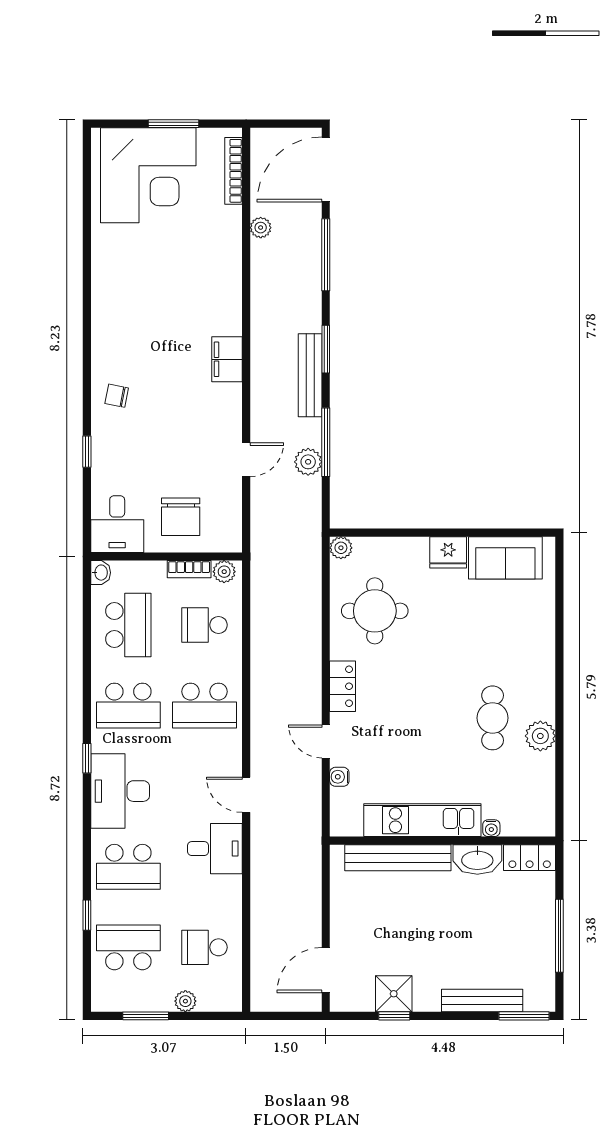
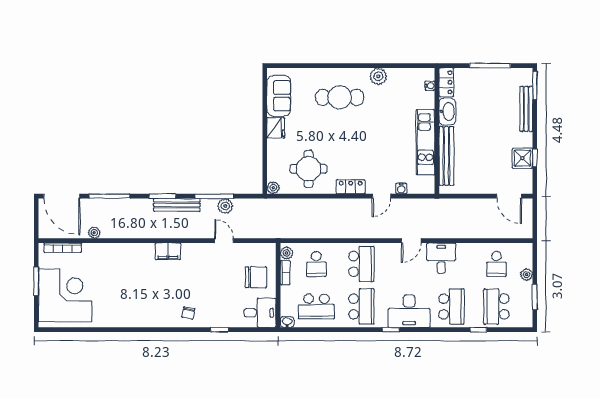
school desk: (128, 625) -> (316, 306), turned 180
cafe table: (493, 718) -> (340, 97), moved, width x1.37, depth x1.35
water cooler: (491, 828) -> (430, 86), moved

